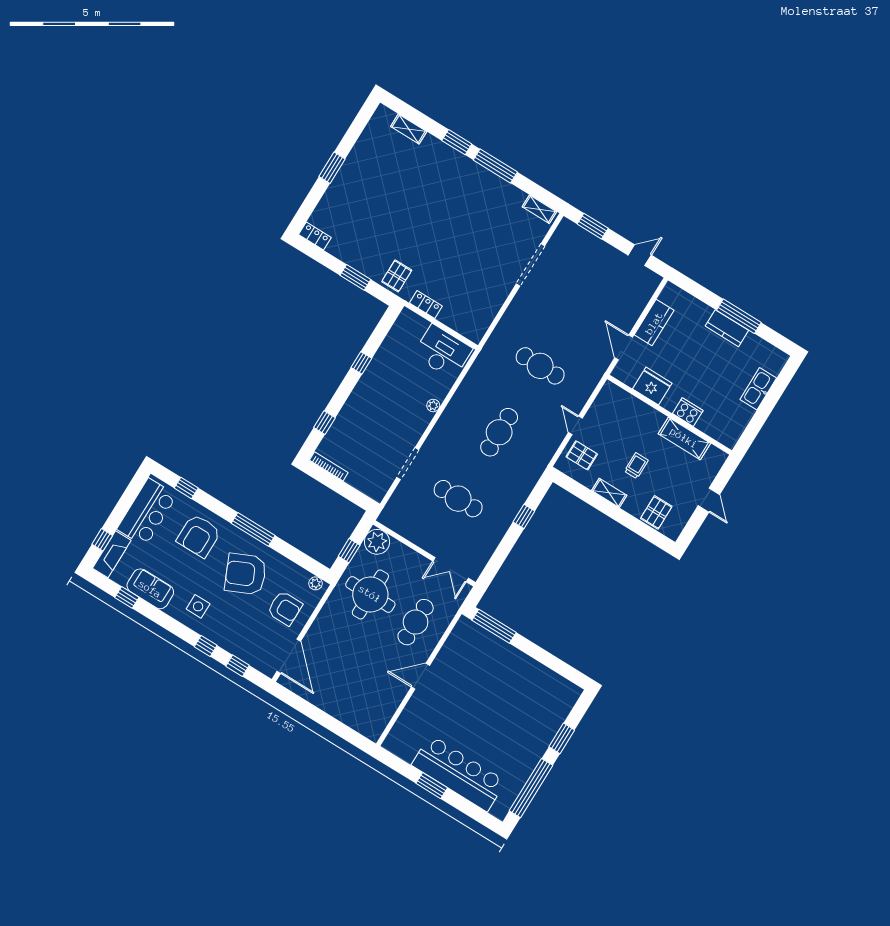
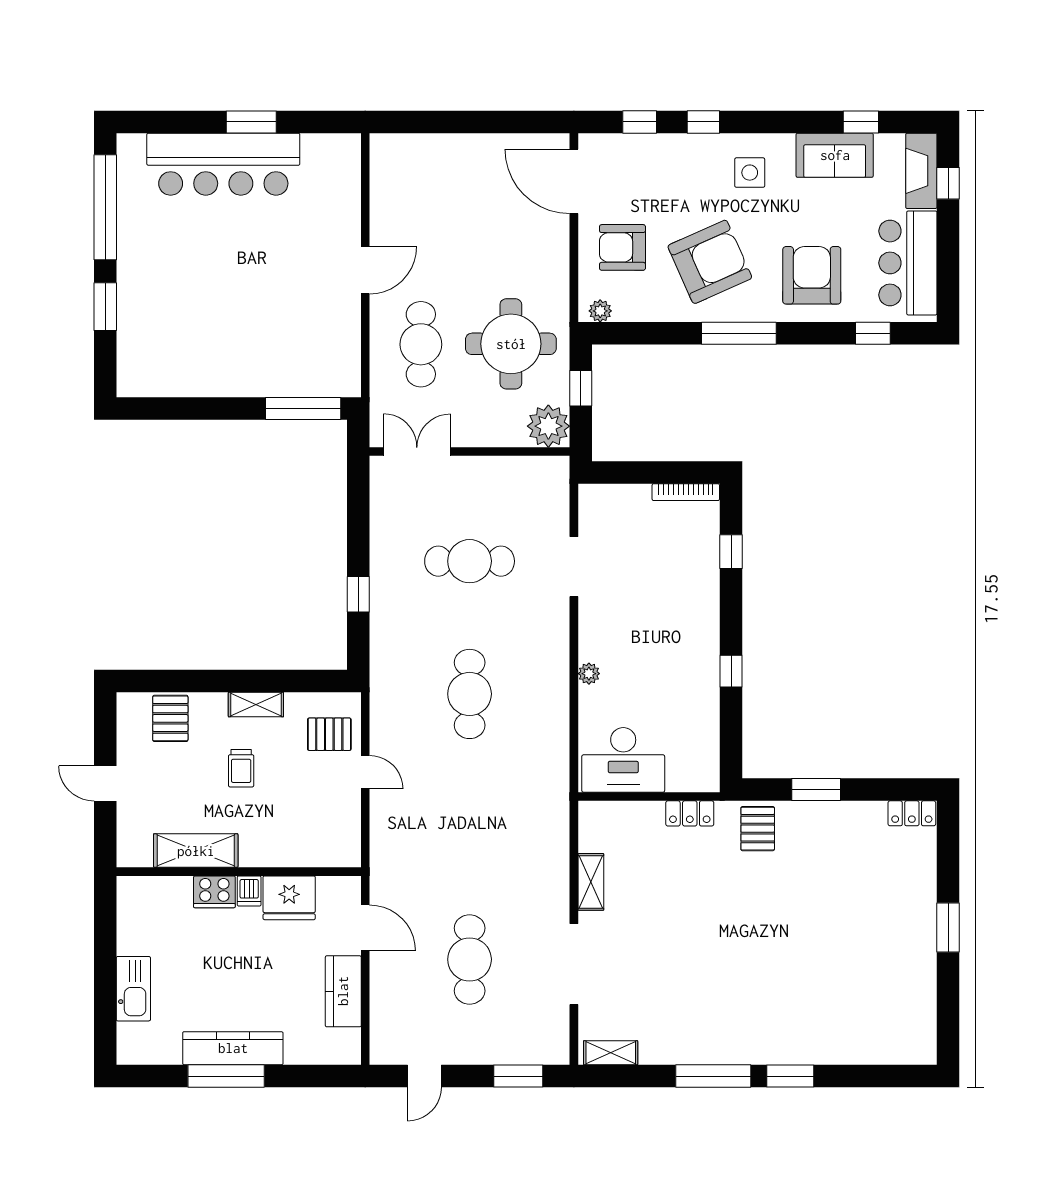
shelving: (409, 129) -> (591, 882), moved, turned 90
kitchen counter: (727, 328) -> (233, 1048), width x1.50
cafe table: (540, 366) -> (470, 959), moved, turned 90
dishwasher: (670, 402) -> (249, 891), added

